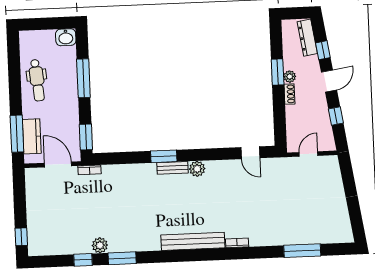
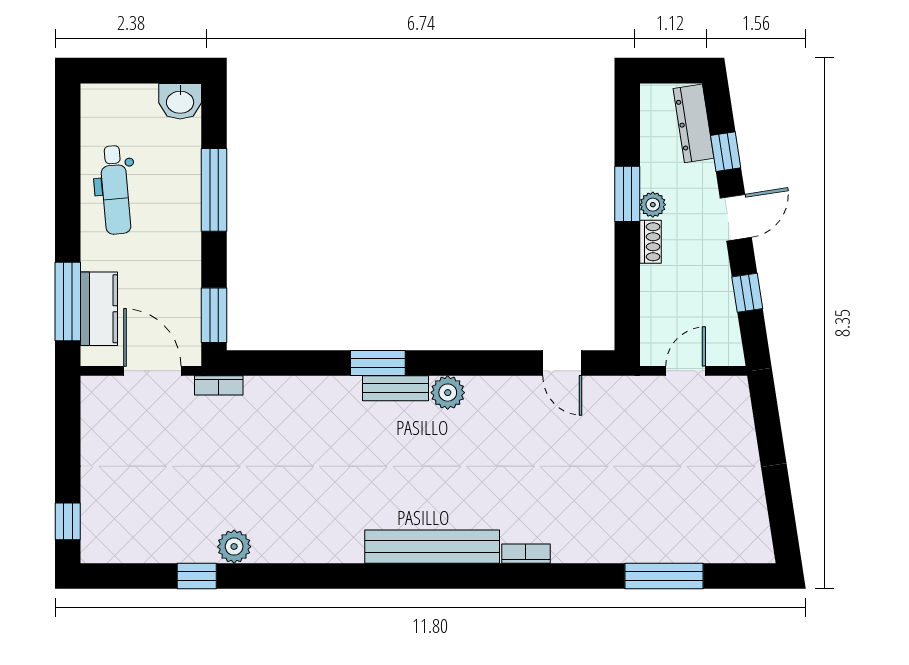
window: (122, 258) -> (280, 576), removed

